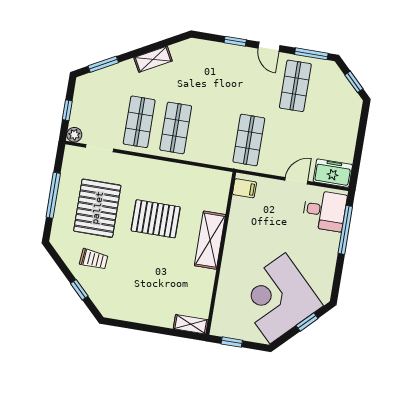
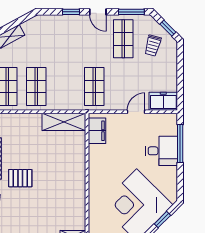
trolley: (331, 101) -> (153, 46), added
filing cabinet: (244, 188) -> (97, 131), width x2.00
desk: (324, 211) -> (162, 151), moved
pallet: (156, 219) -> (20, 178), moved, width x0.67, depth x0.71
shelving: (210, 240) -> (64, 122), moved, turned 90

